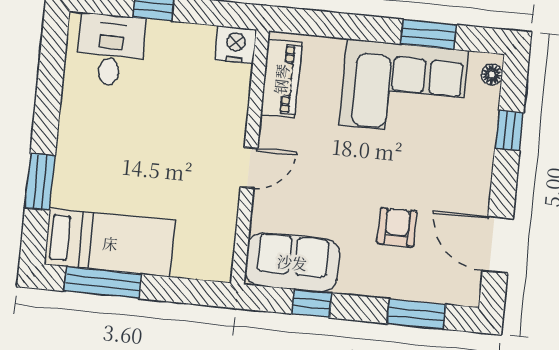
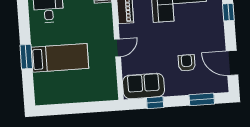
window: (40, 182) -> (26, 57), moved
bed: (110, 243) -> (60, 58), moved
window: (103, 283) -> (62, 109), removed

